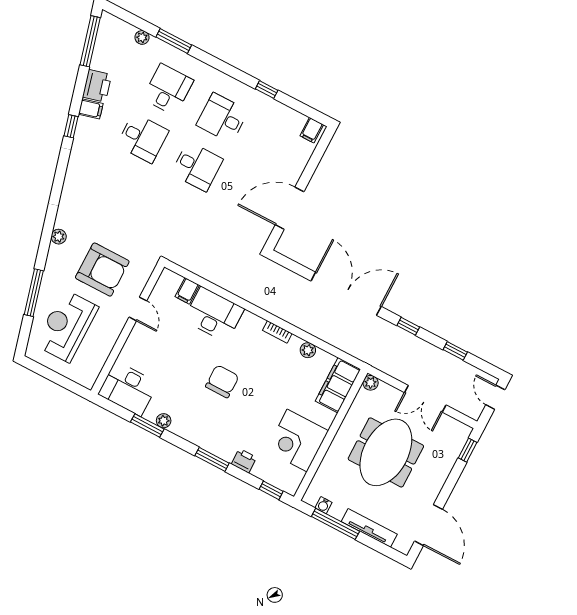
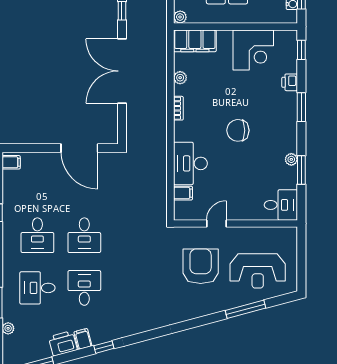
desk: (197, 166) -> (84, 235), turned 180
plant: (59, 237) -> (193, 313), removed
desk: (128, 389) -> (281, 205), width x0.73

